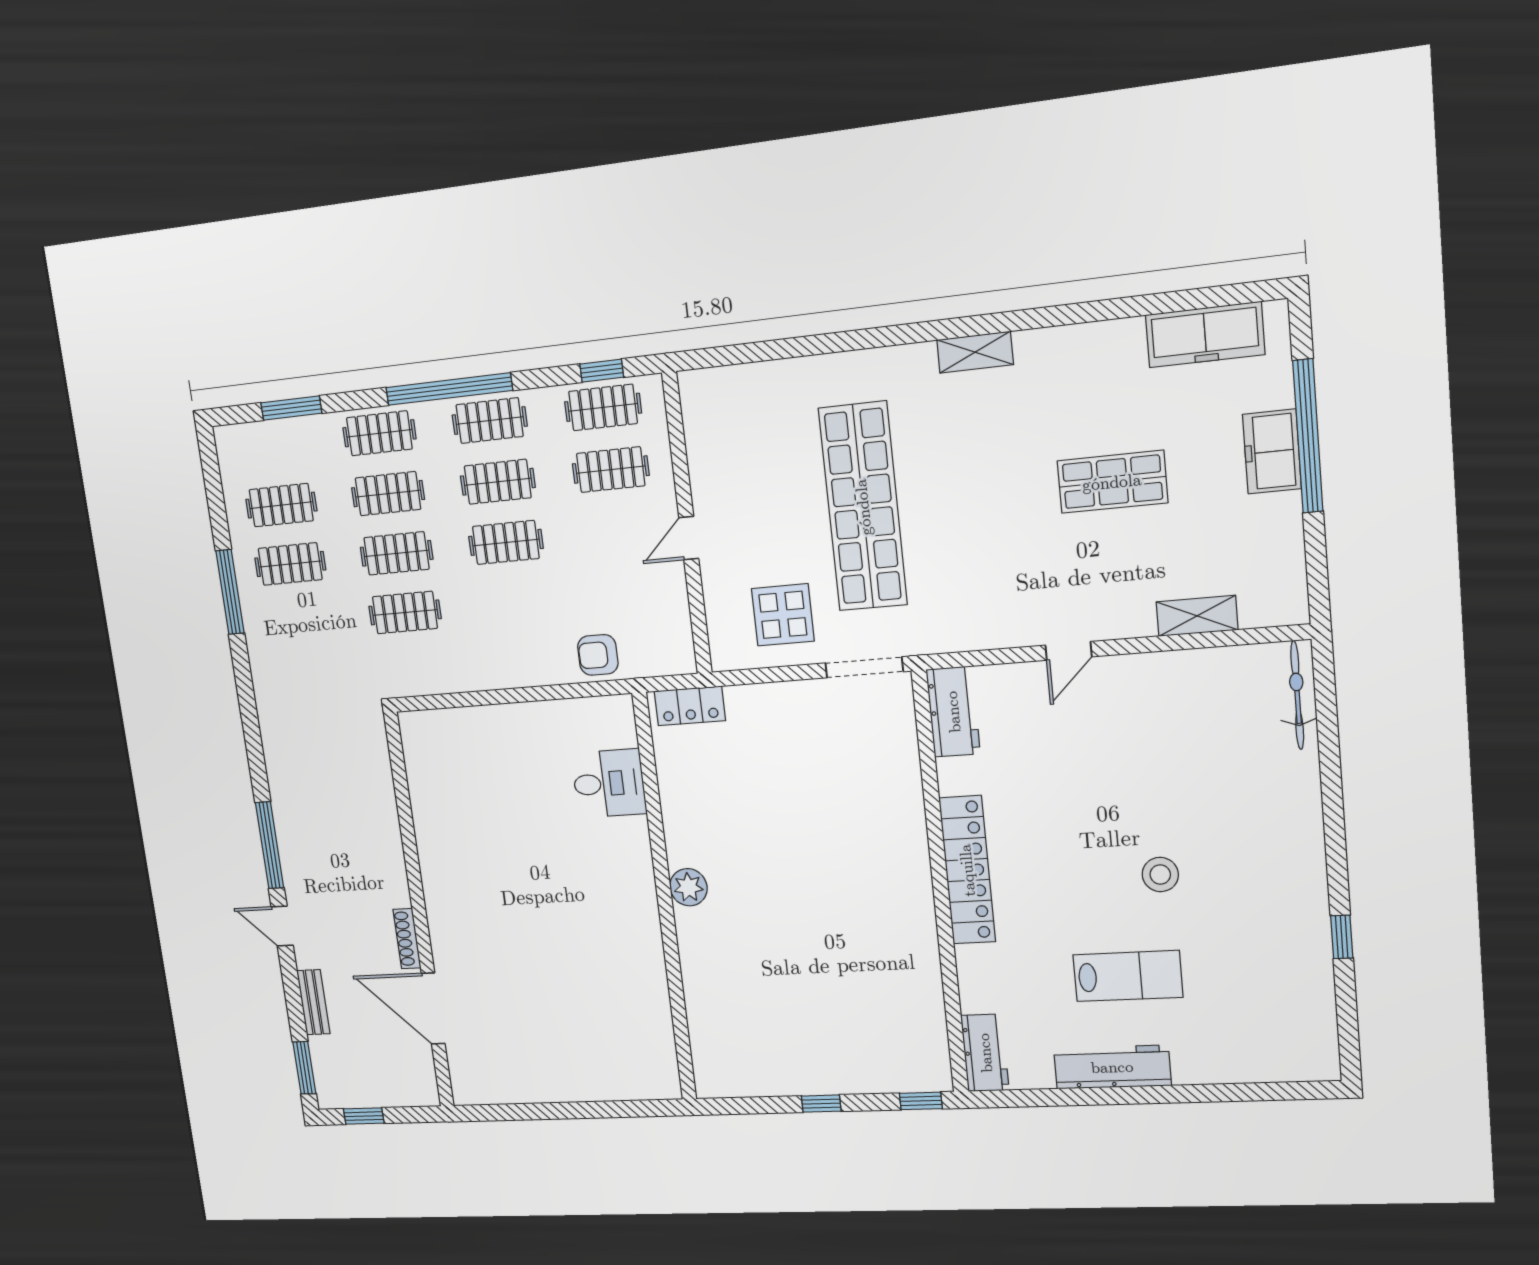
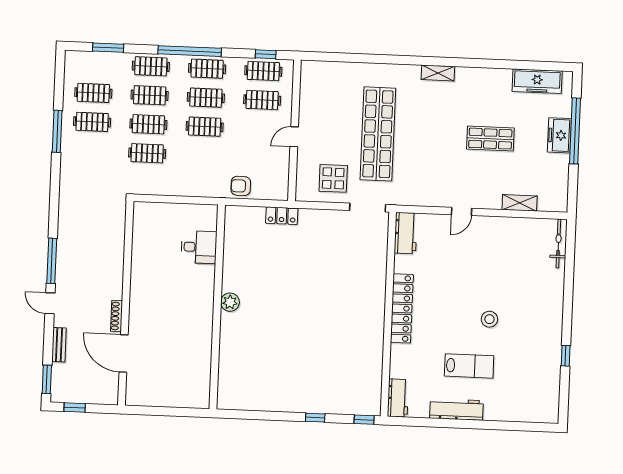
desk: (609, 783) -> (199, 247), moved
plant: (688, 887) -> (230, 302), moved
wall: (665, 899) -> (217, 307), moved

